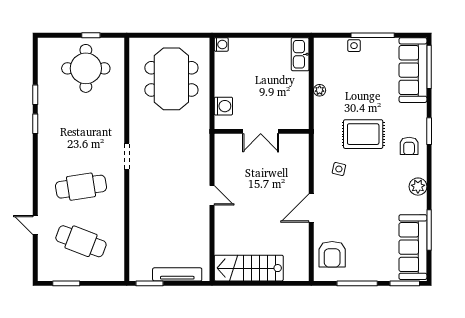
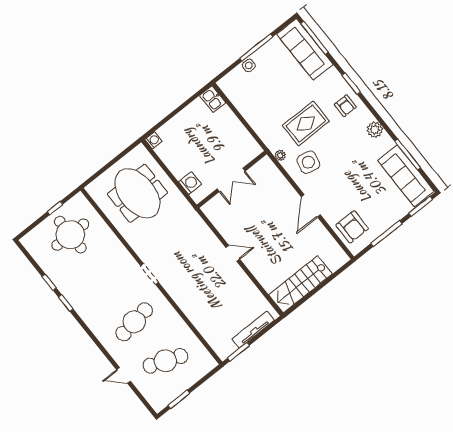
kitchen sink: (300, 54) -> (213, 99), width x0.73
plant: (320, 90) -> (280, 155), moved
side table: (339, 169) -> (308, 162), width x1.87, depth x1.87

